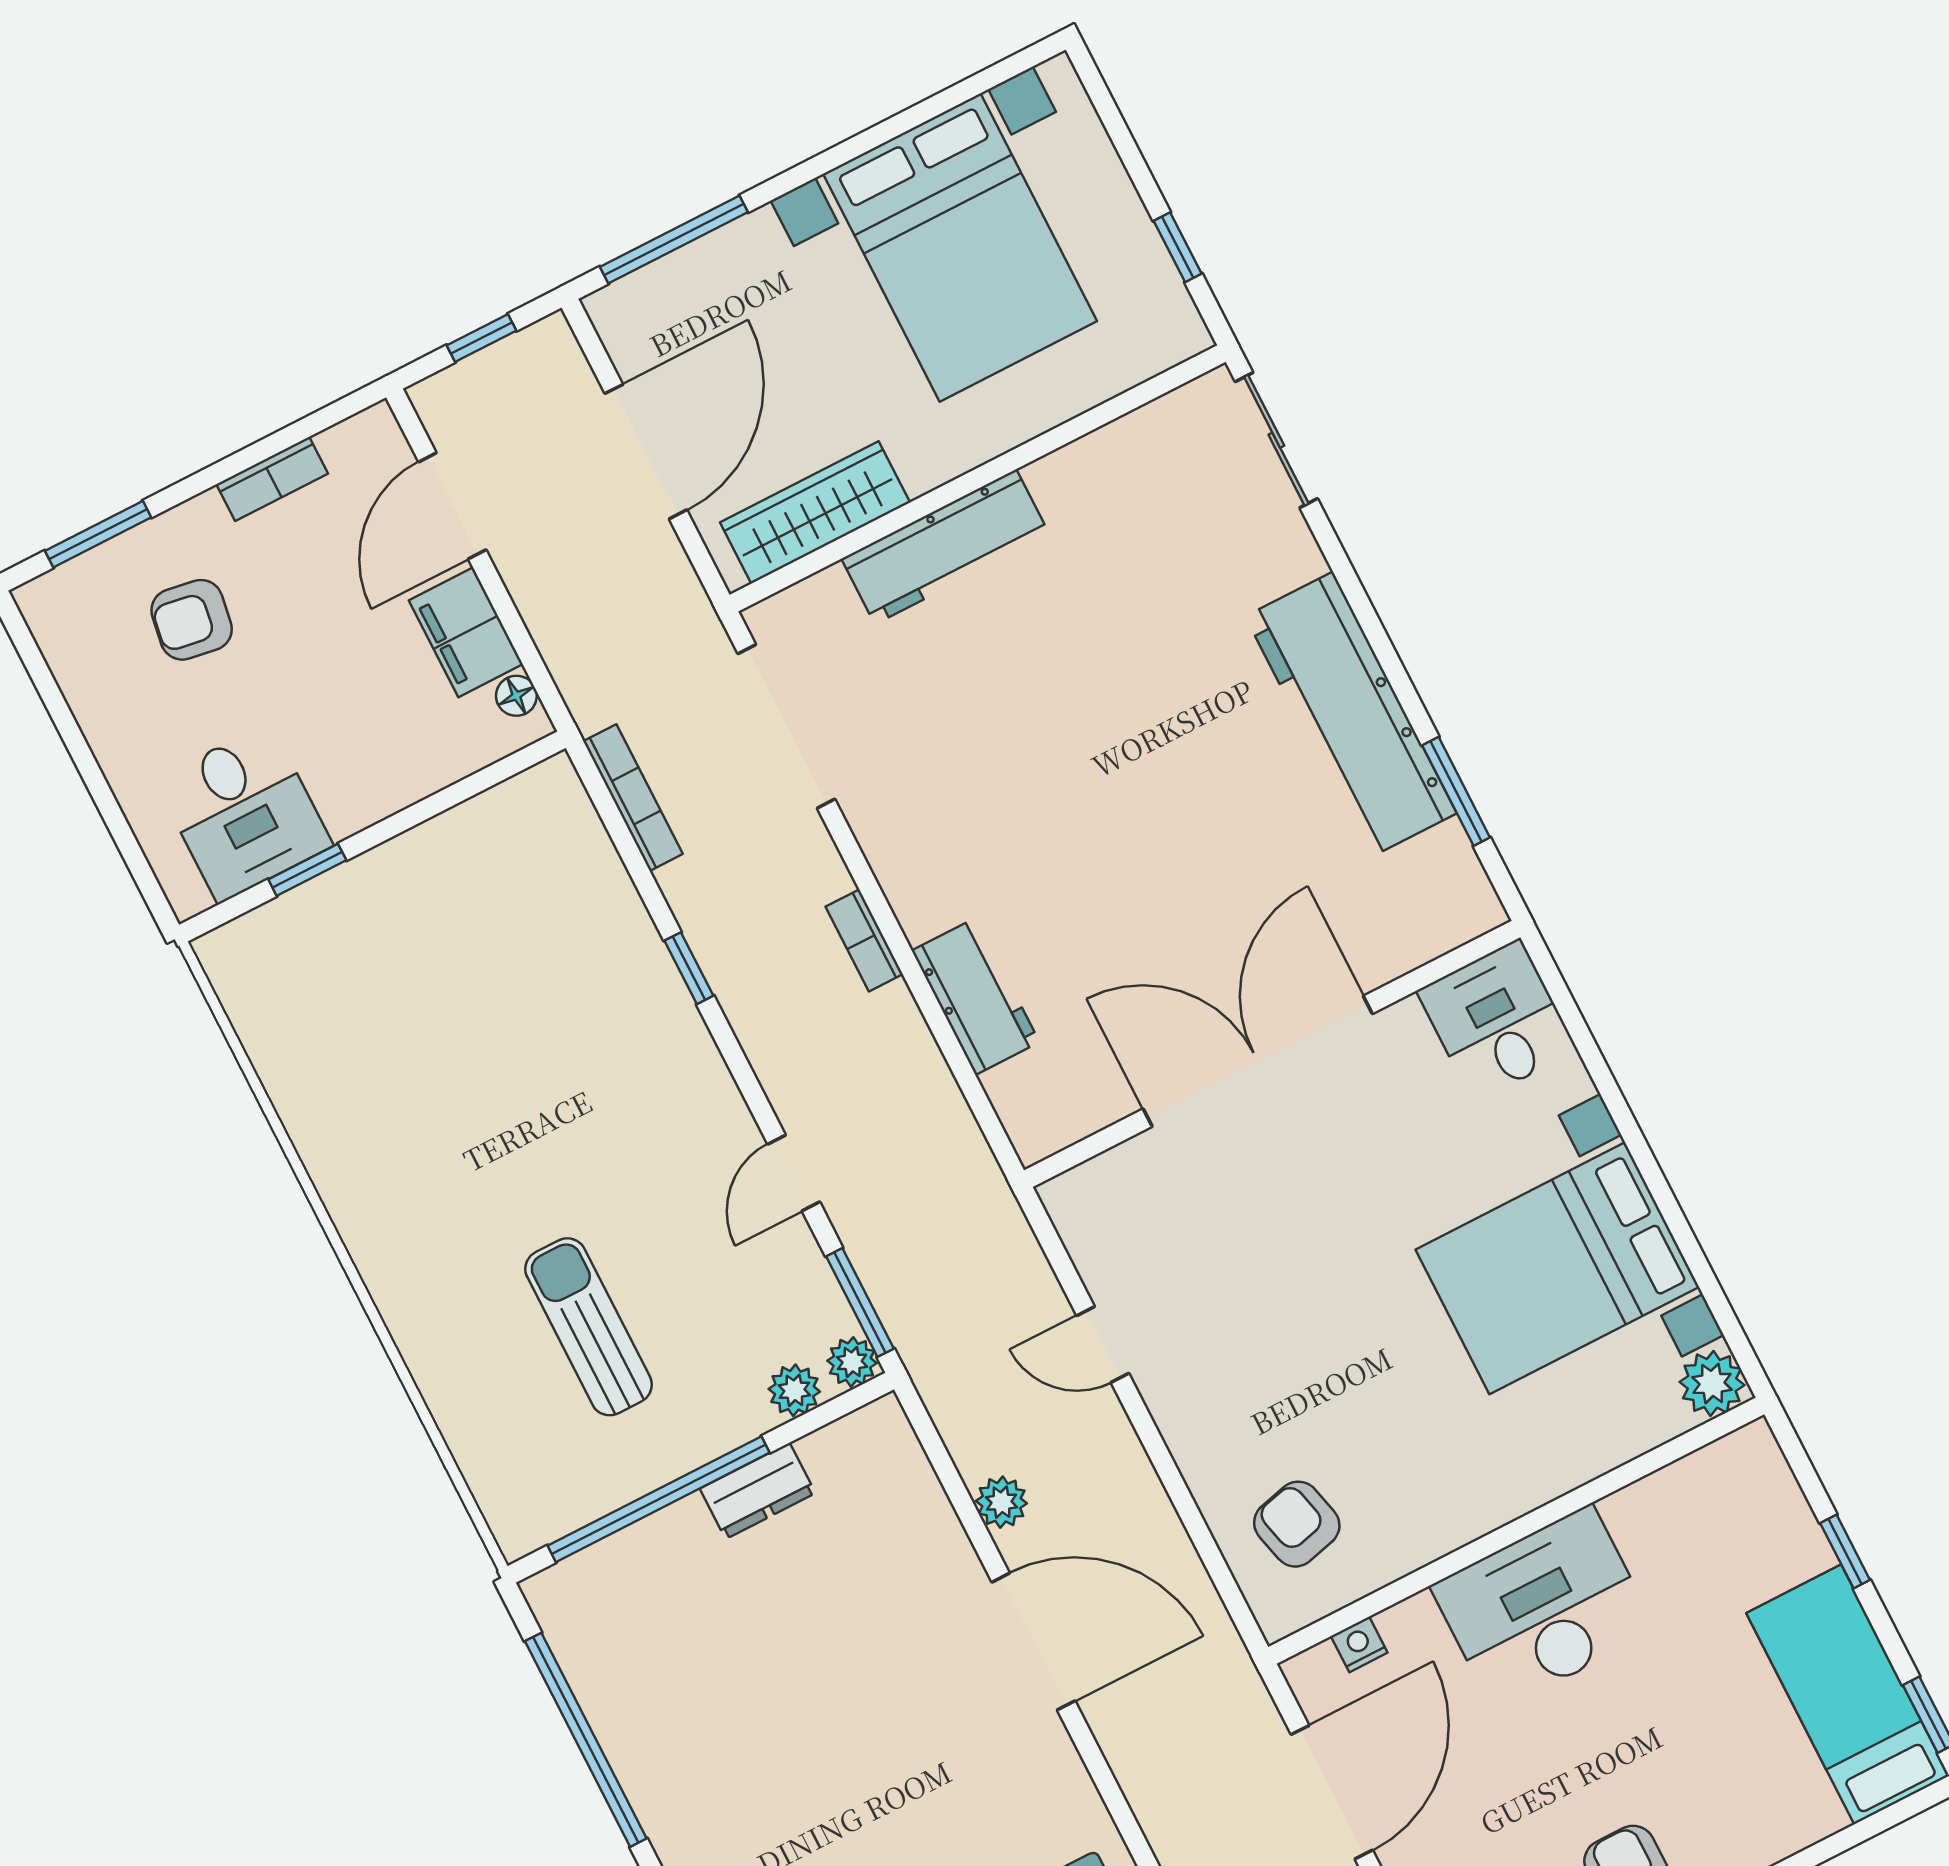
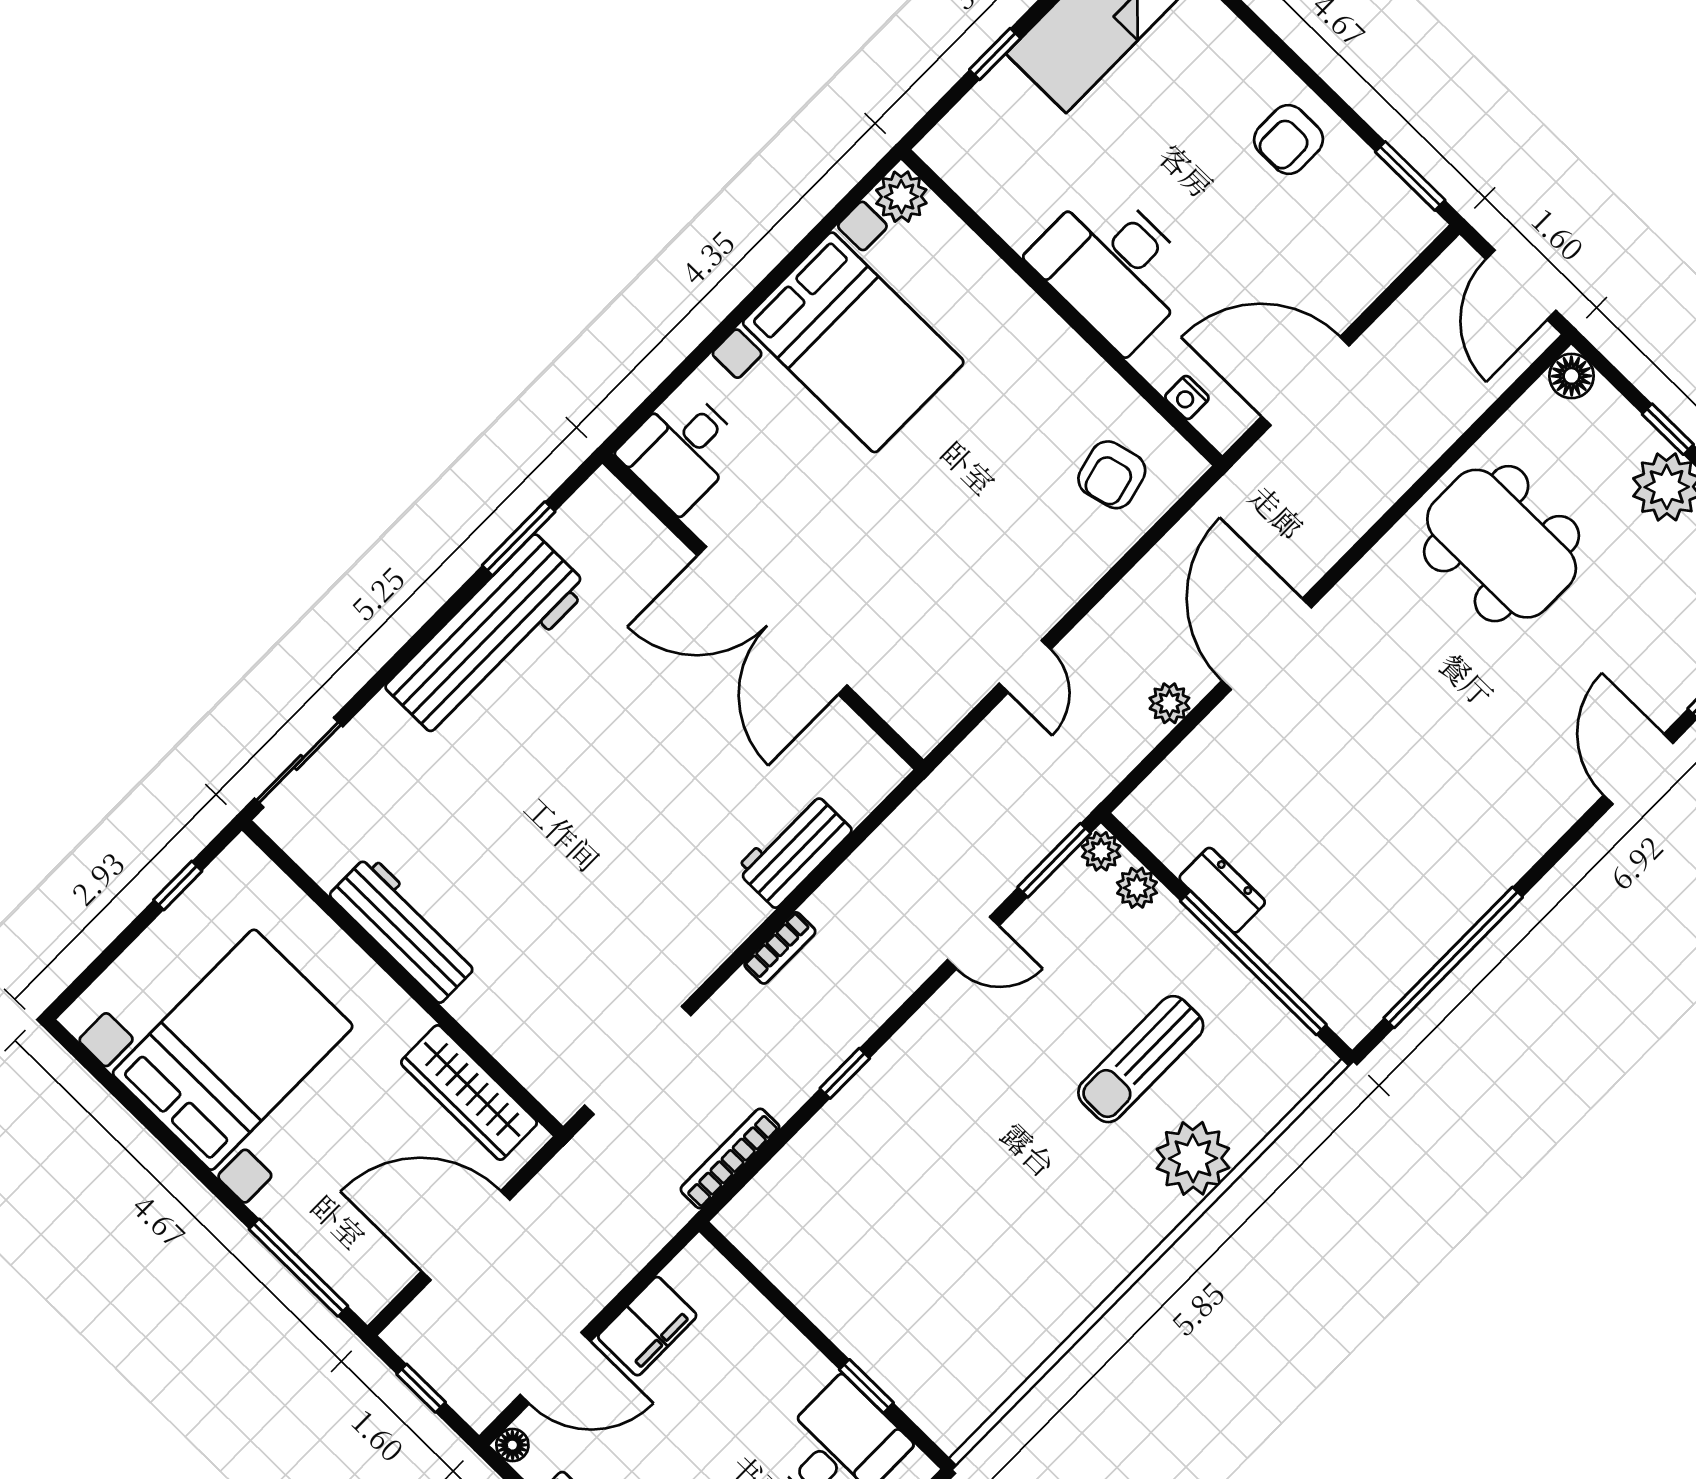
workbench: (945, 547) -> (405, 929), moved
floor lamp: (516, 696) -> (512, 1445), moved
plant: (449, 1350) -> (1193, 1158), added

